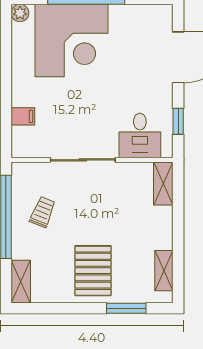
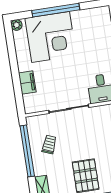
filing cabinet: (23, 116) -> (27, 83), width x2.00

